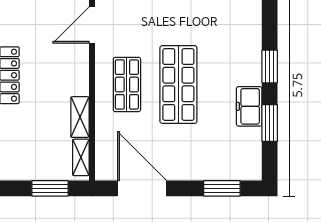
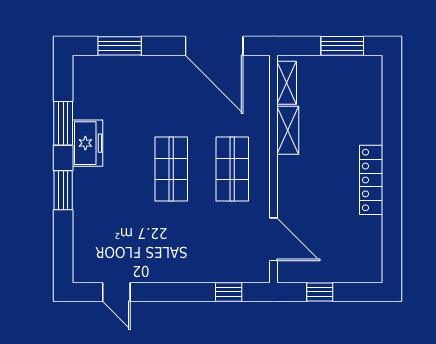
door: (92, 25) -> (273, 239), hinge flipped
shop shelf: (178, 85) -> (171, 169), width x0.70, depth x0.74
window: (50, 188) -> (342, 46), moved

